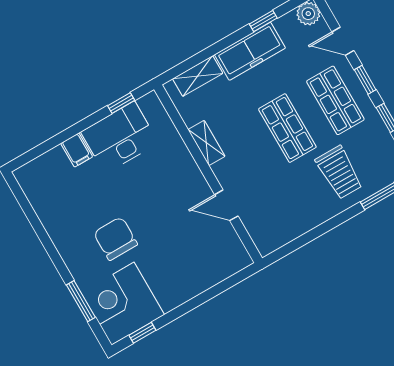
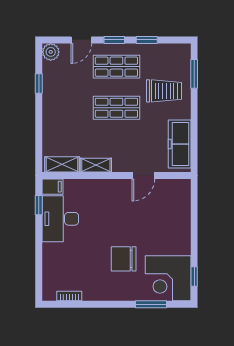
freezer: (250, 51) -> (180, 144), moved, turned 180
shelving: (198, 76) -> (62, 164), moved, turned 90
filing cabinet: (77, 150) -> (52, 187), moved
bookcase: (35, 200) -> (69, 296), added

